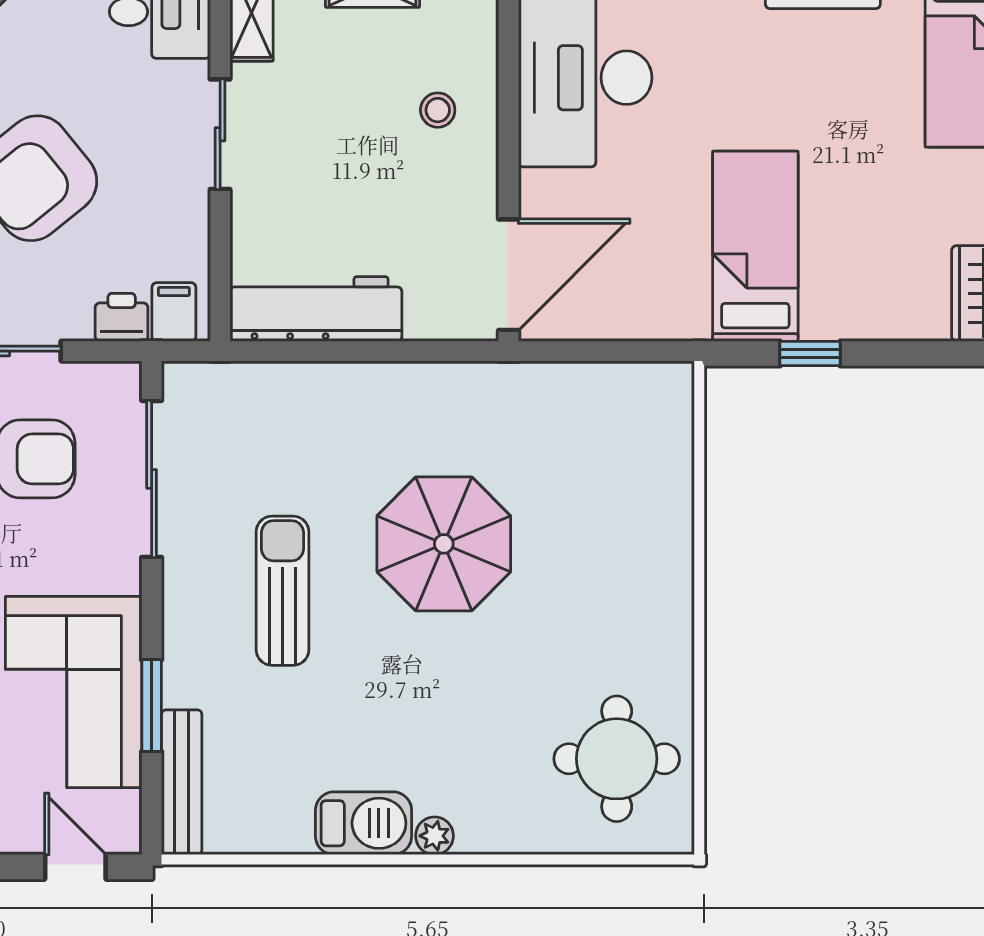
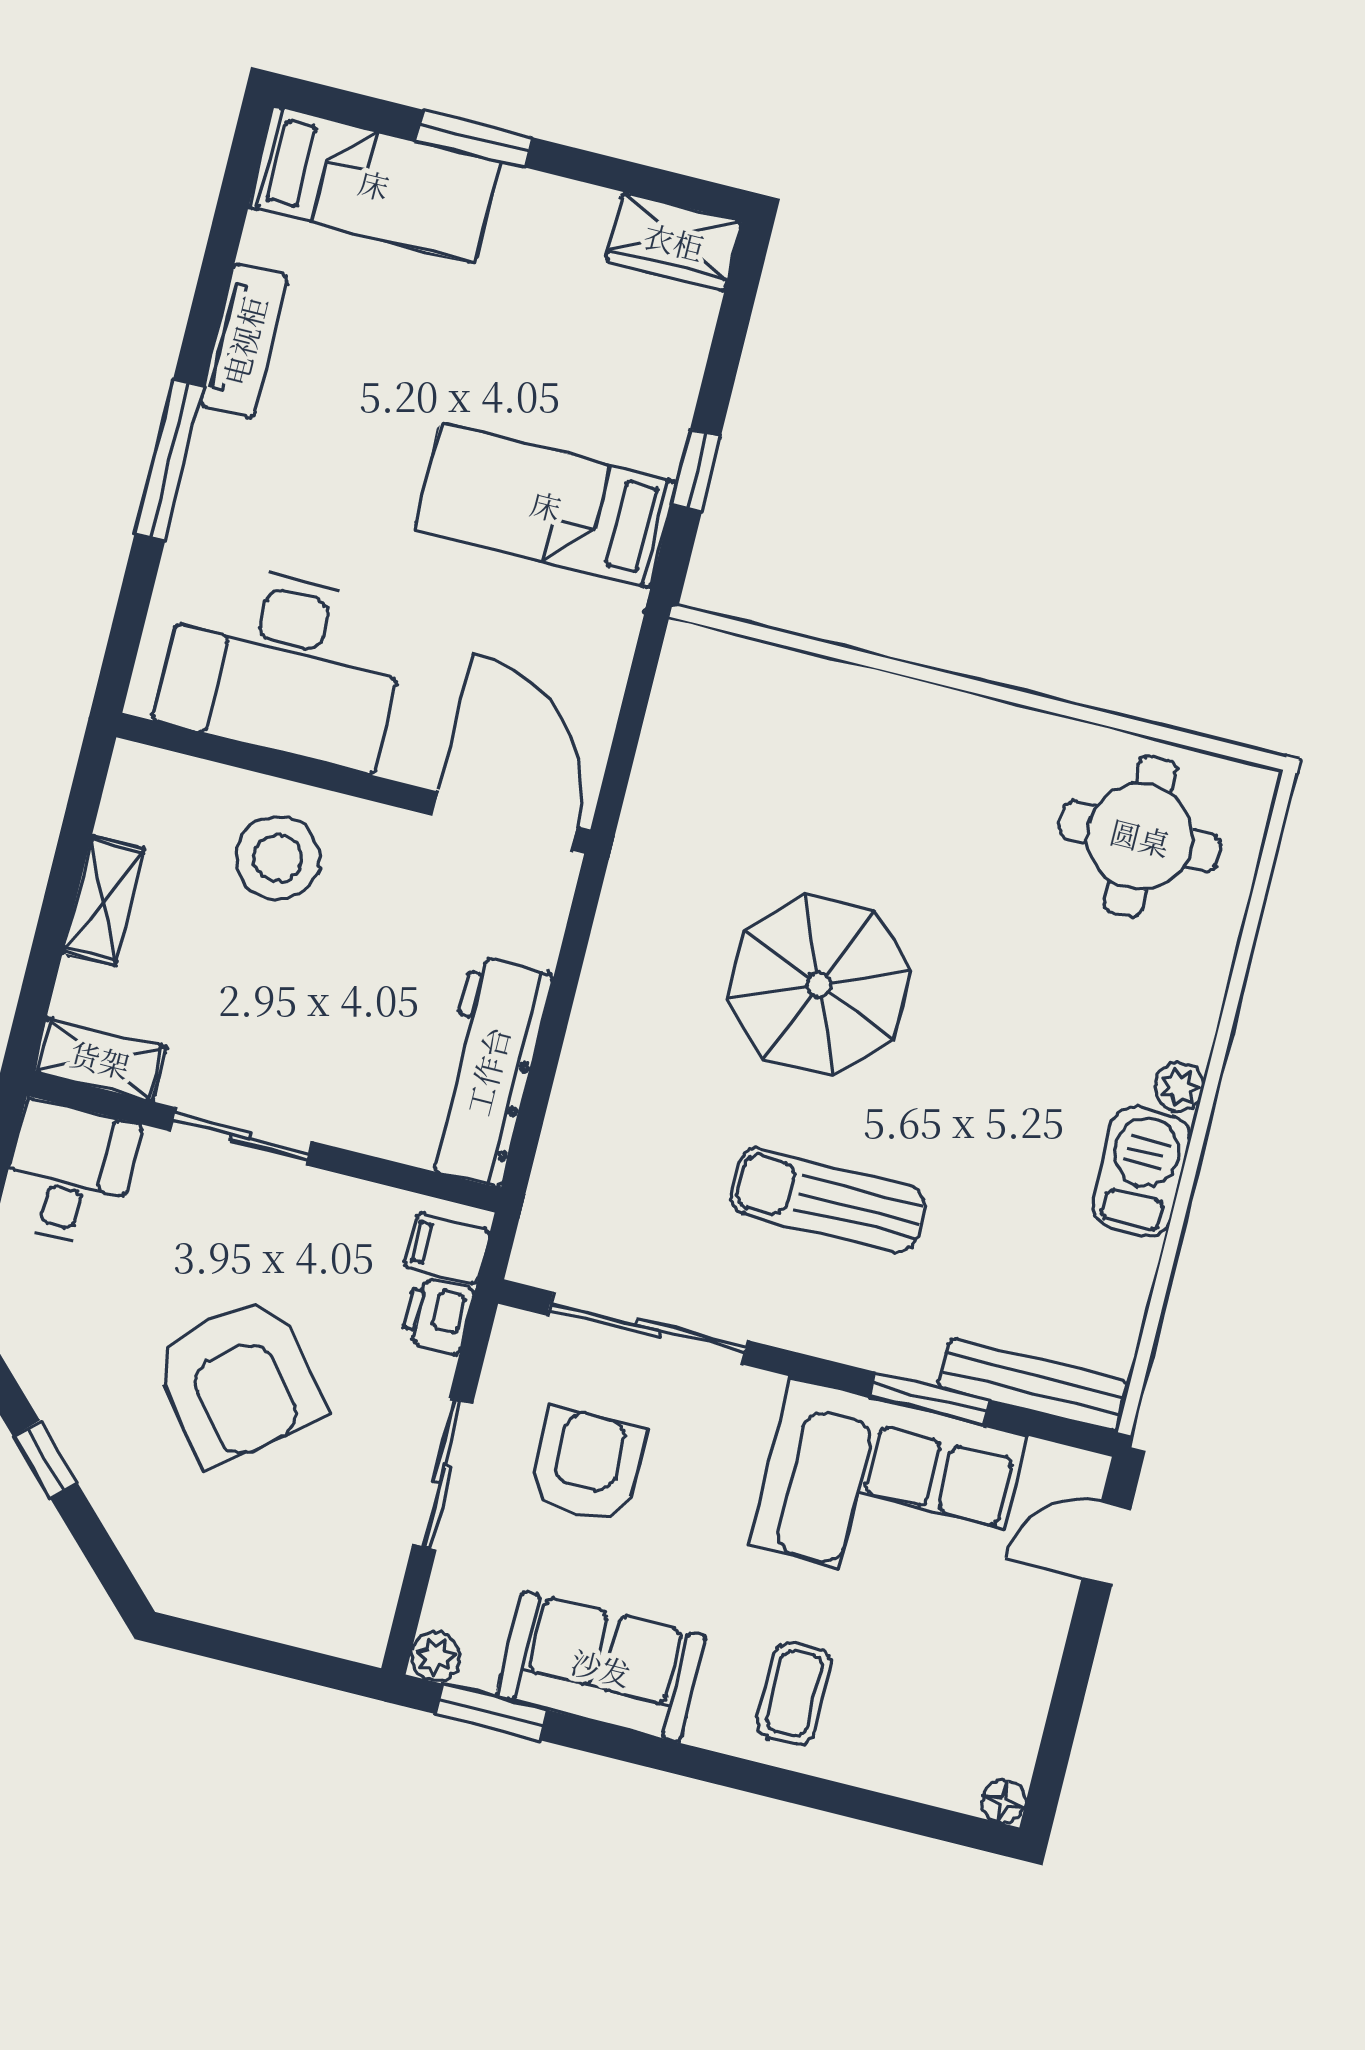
stool: (438, 110) -> (278, 858), width x1.89, depth x1.89

